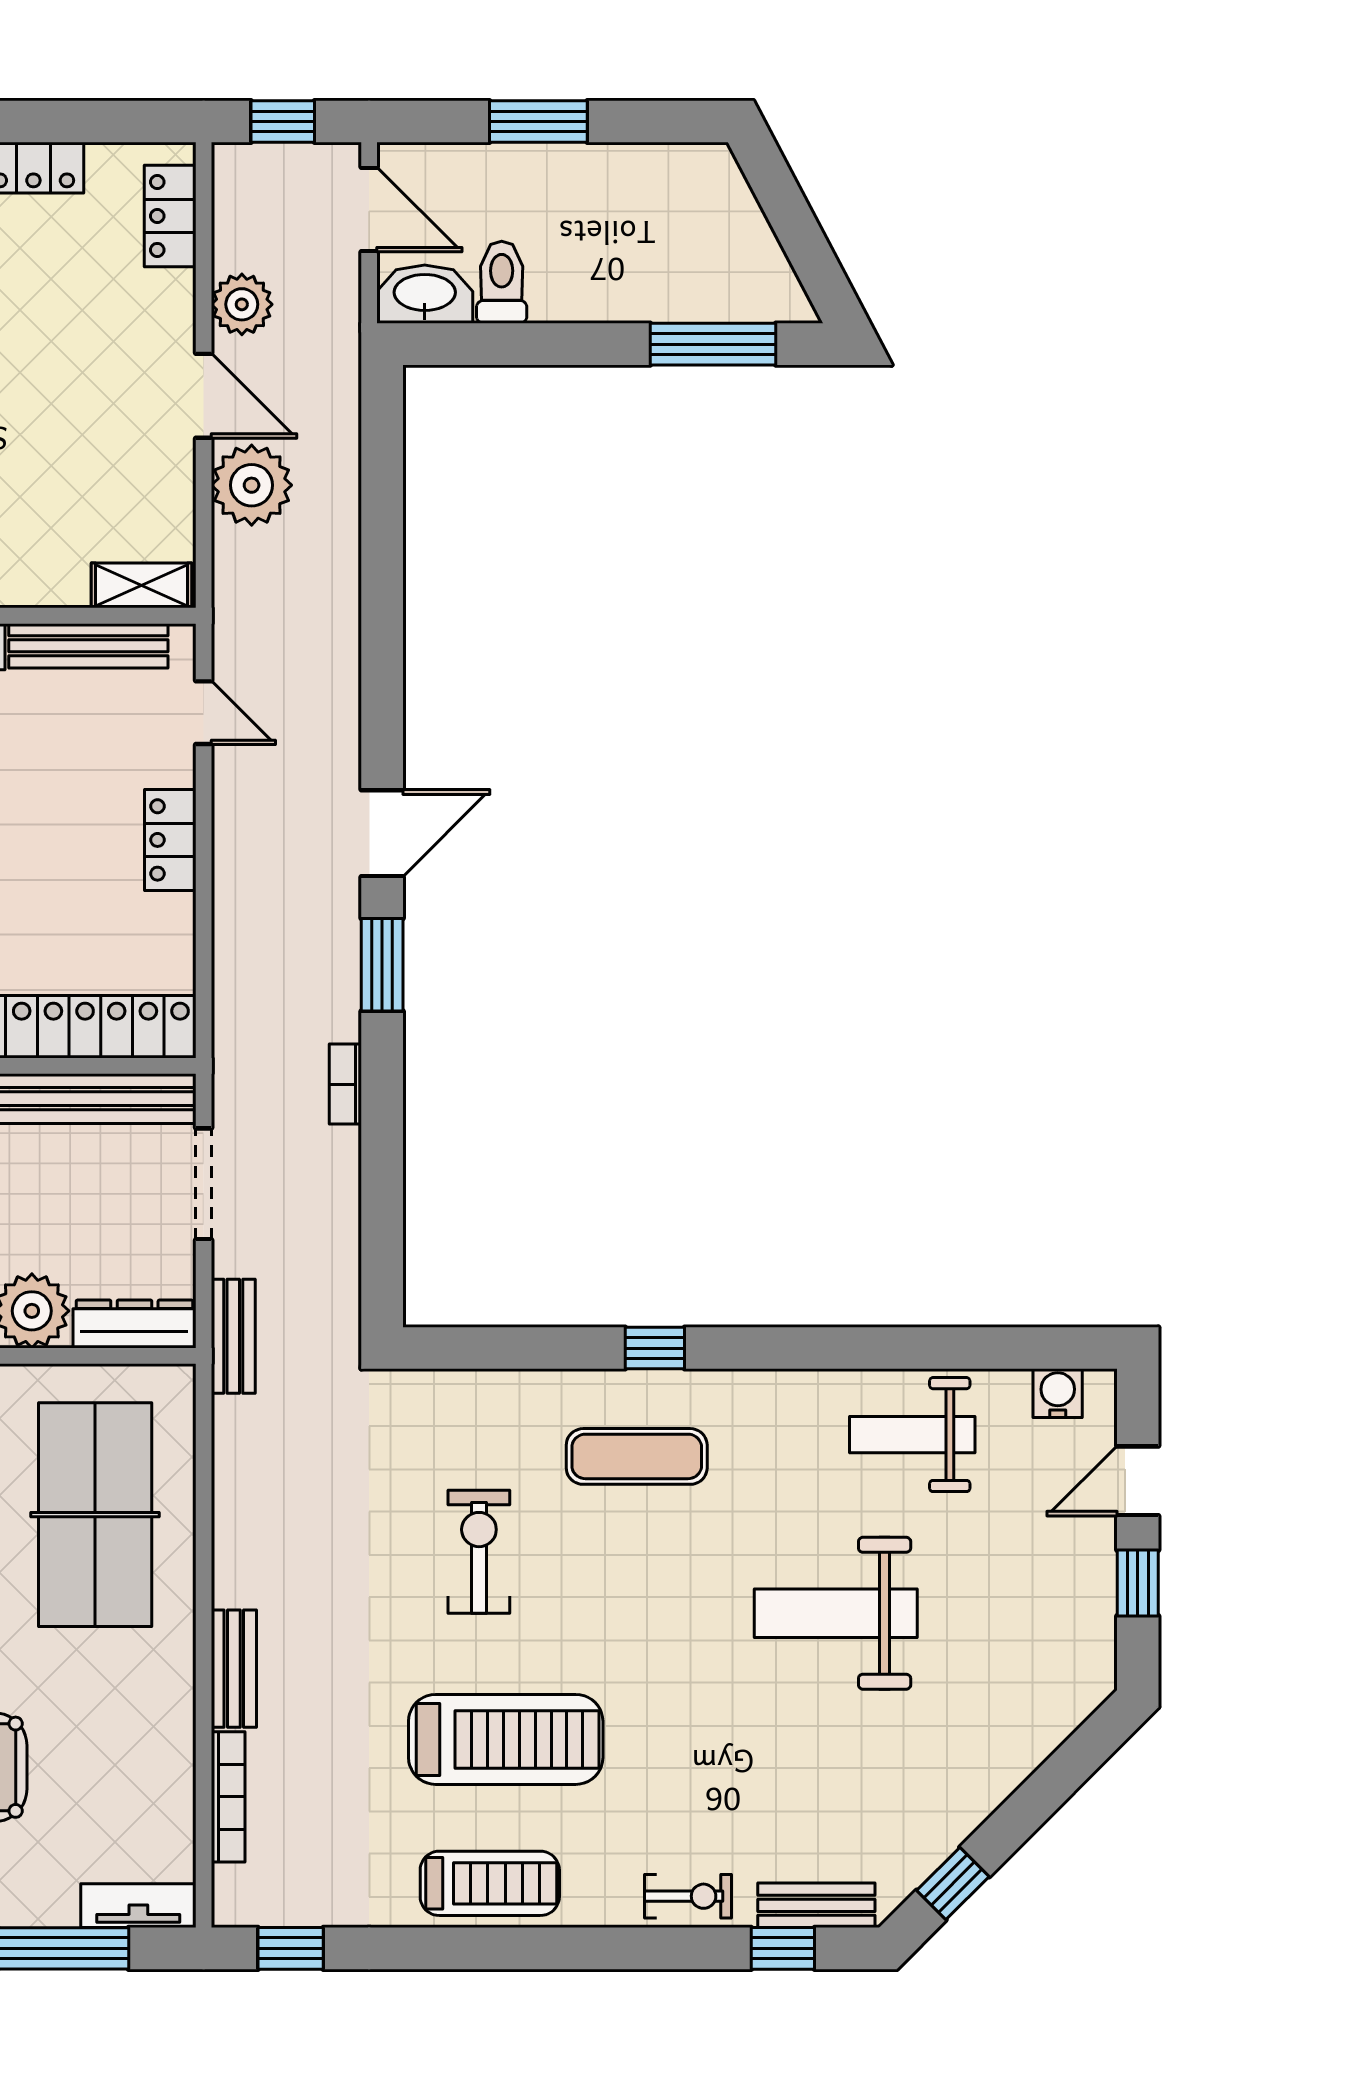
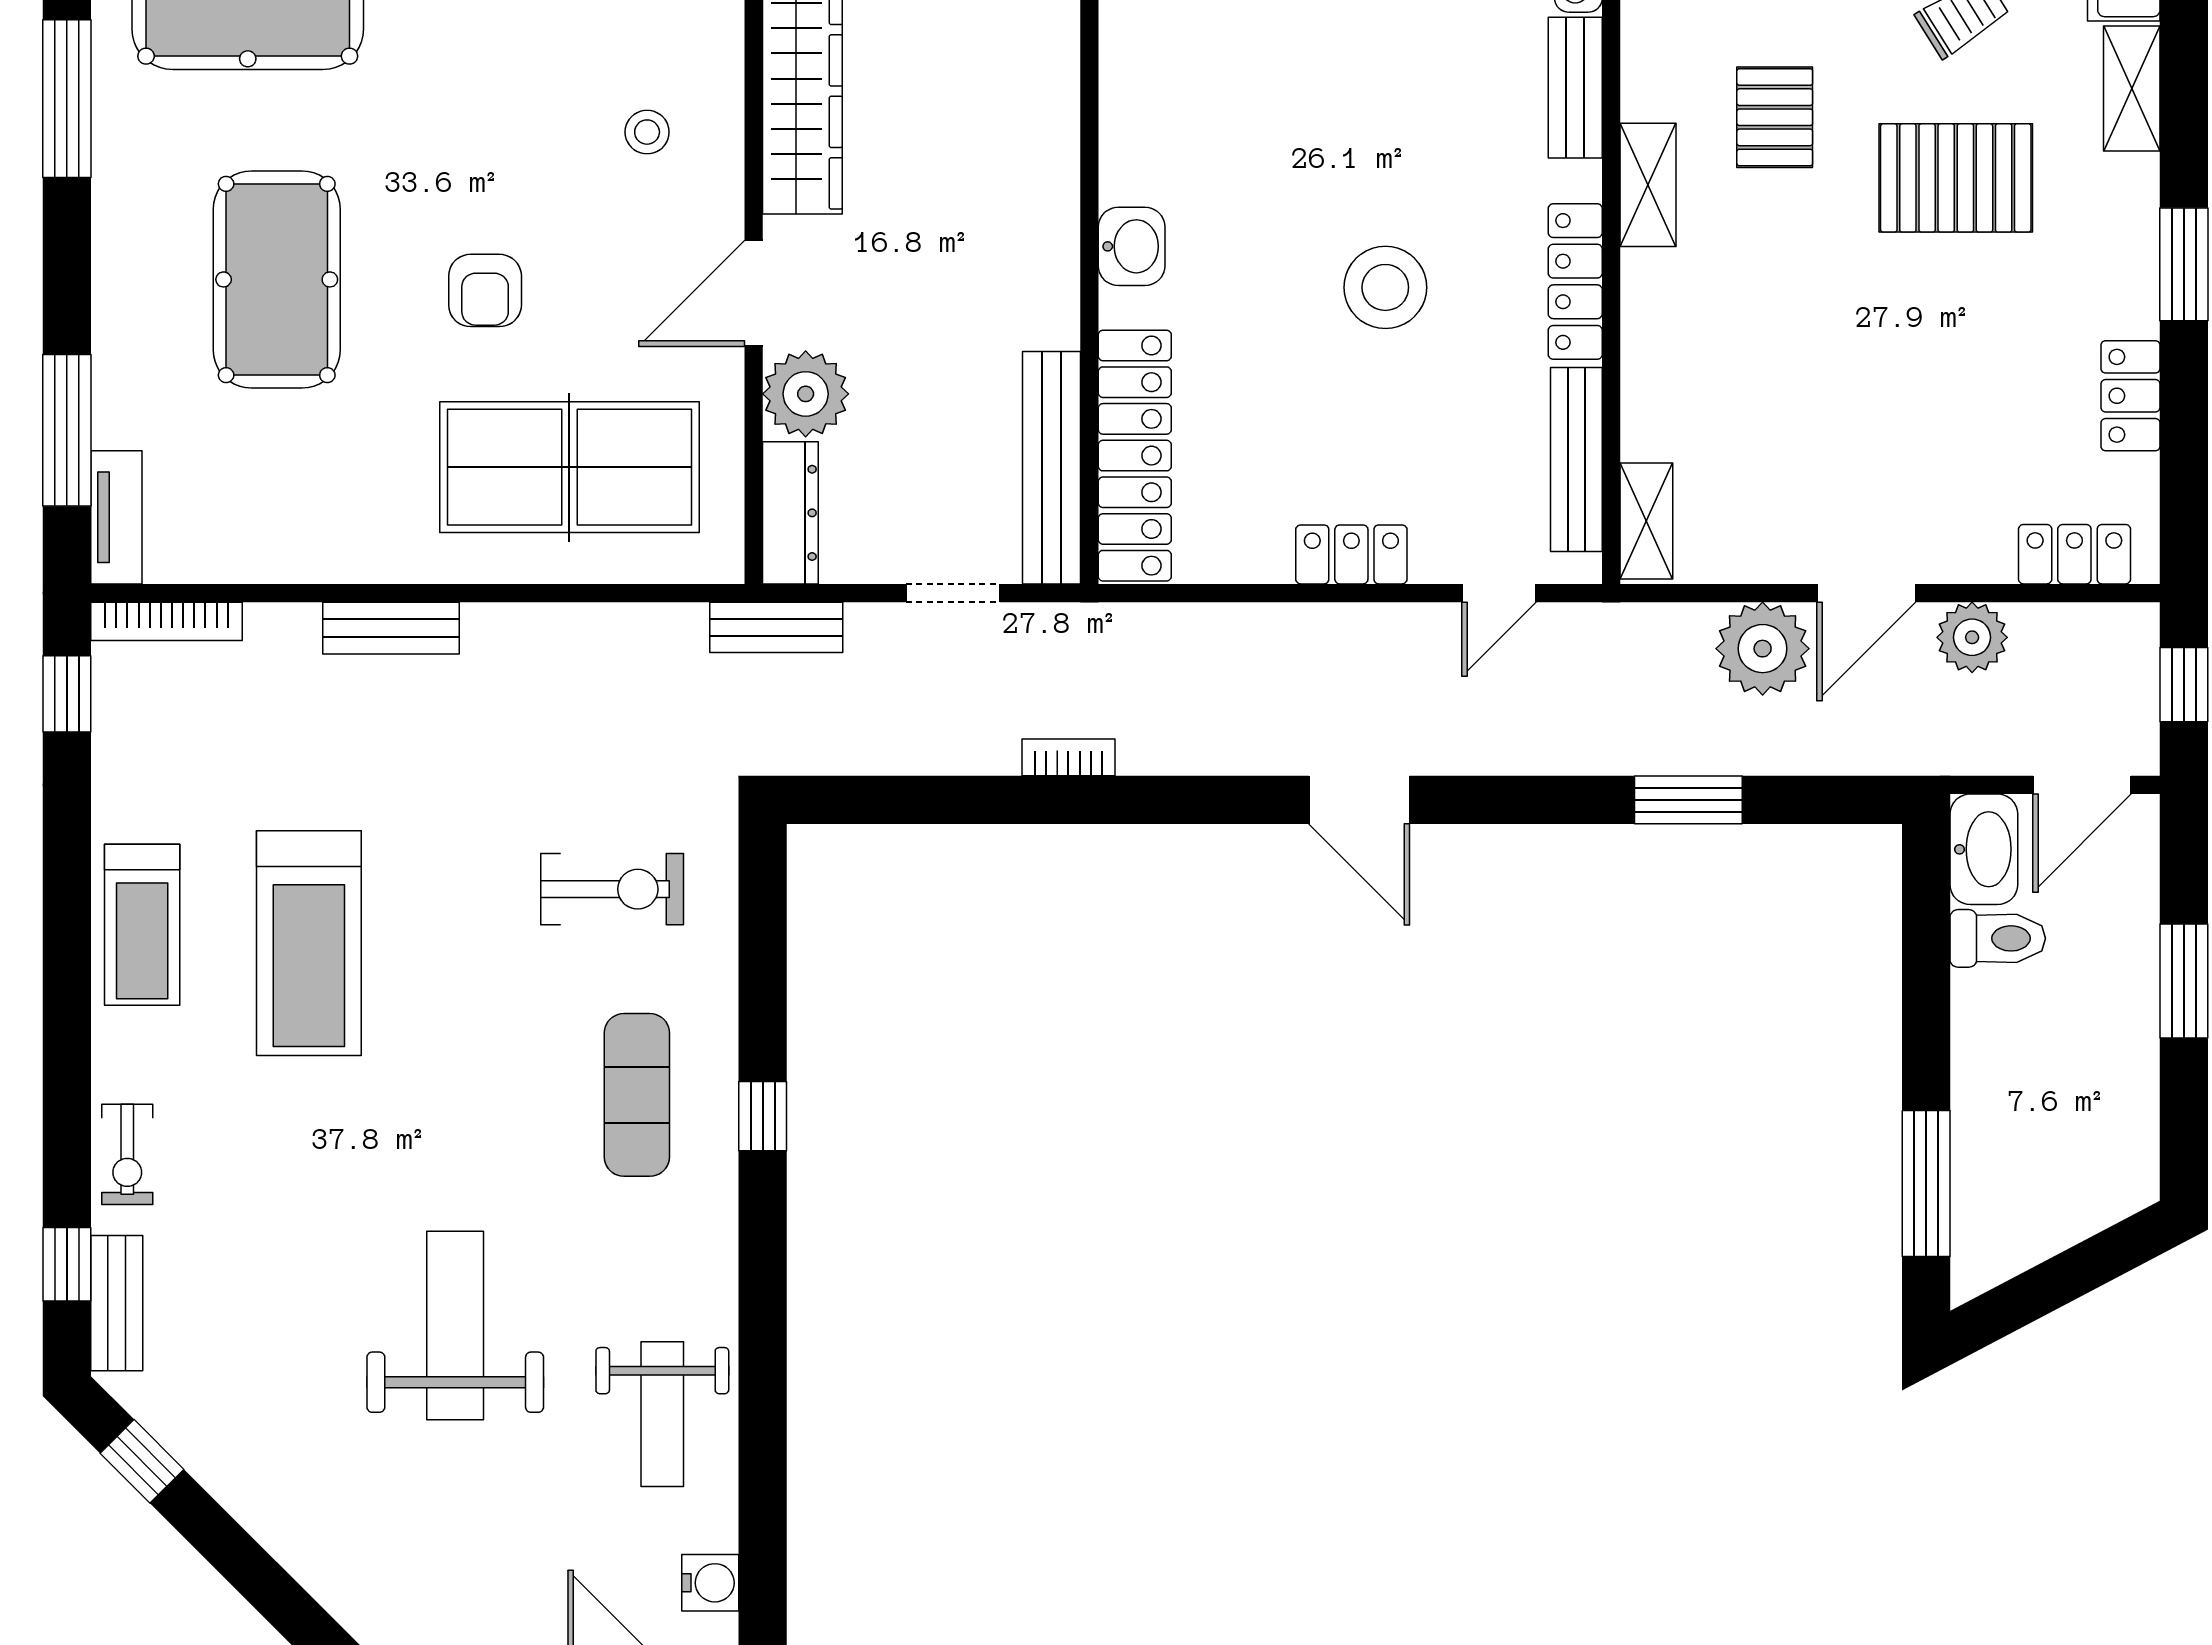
window: (382, 965) -> (1688, 800), moved
doorway: (204, 1184) -> (953, 593), width x0.73
weight bench: (912, 1435) -> (662, 1414), turned 180
exercise bike: (479, 1552) -> (612, 889), moved
bookcase: (228, 1797) -> (166, 621), moved

